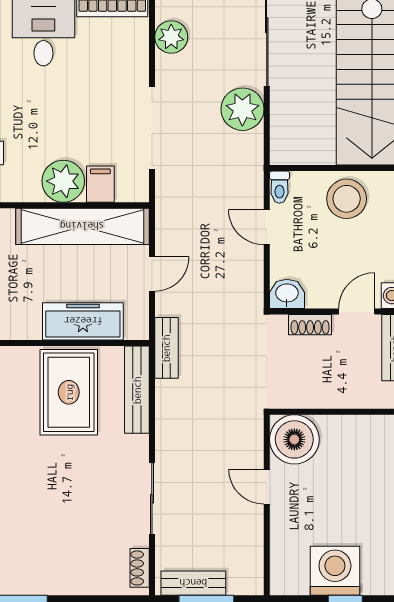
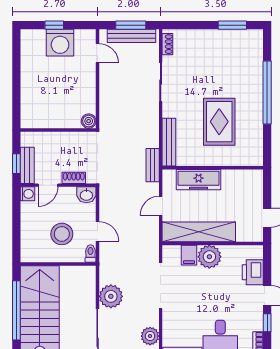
stool: (347, 199) -> (62, 234), moved
rug: (69, 392) -> (219, 122), moved
boiler: (294, 439) -> (89, 121), width x0.54, depth x0.54
door: (267, 487) -> (98, 53), moved
bench: (193, 583) -> (131, 36), width x1.36

